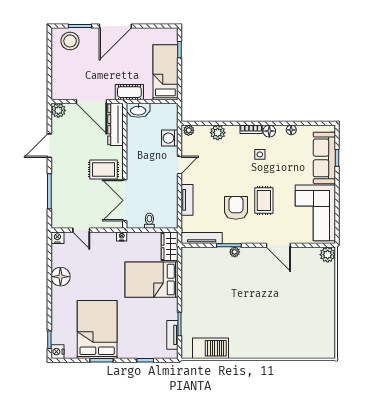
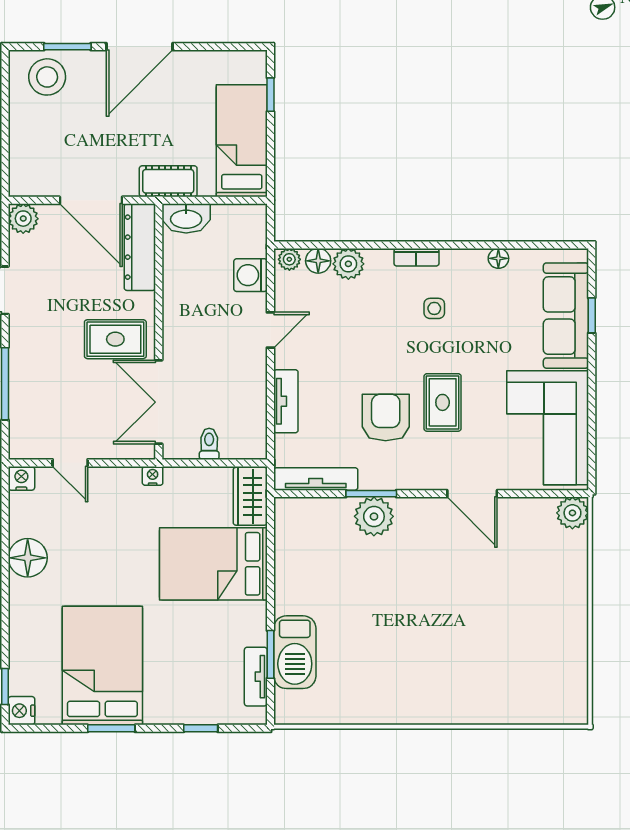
floor lamp: (269, 131) -> (318, 261), moved
plant: (235, 252) -> (374, 516), width x1.87, depth x1.87
barbecue: (210, 348) -> (295, 652), moved, turned 90

